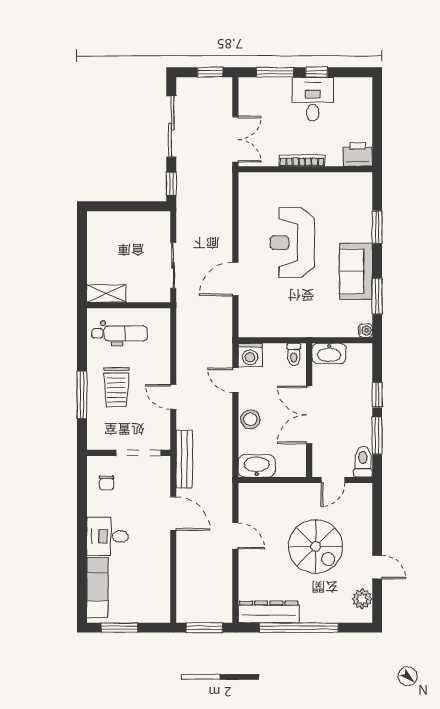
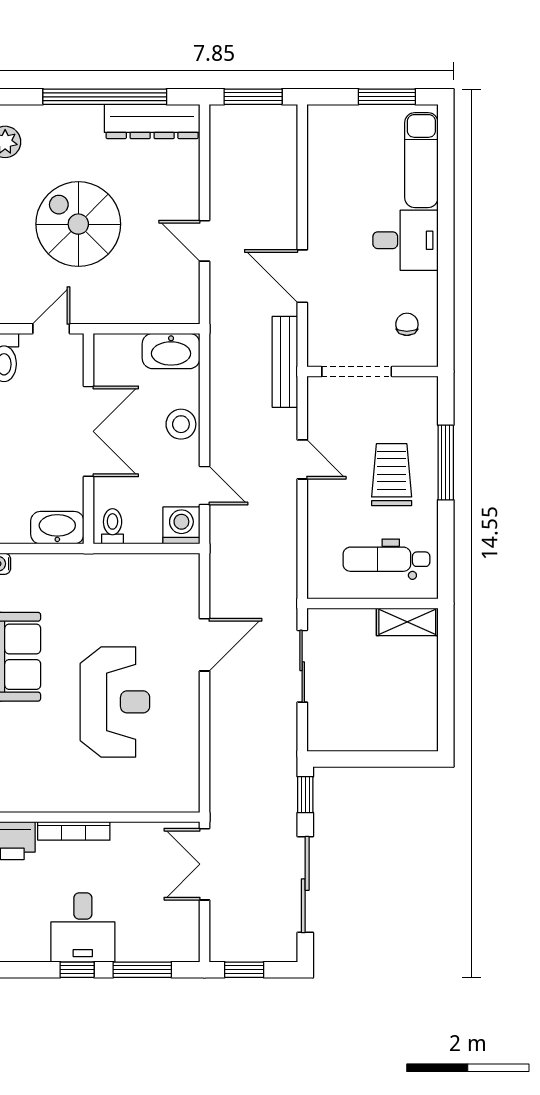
bookcase: (302, 161) -> (74, 831), moved

